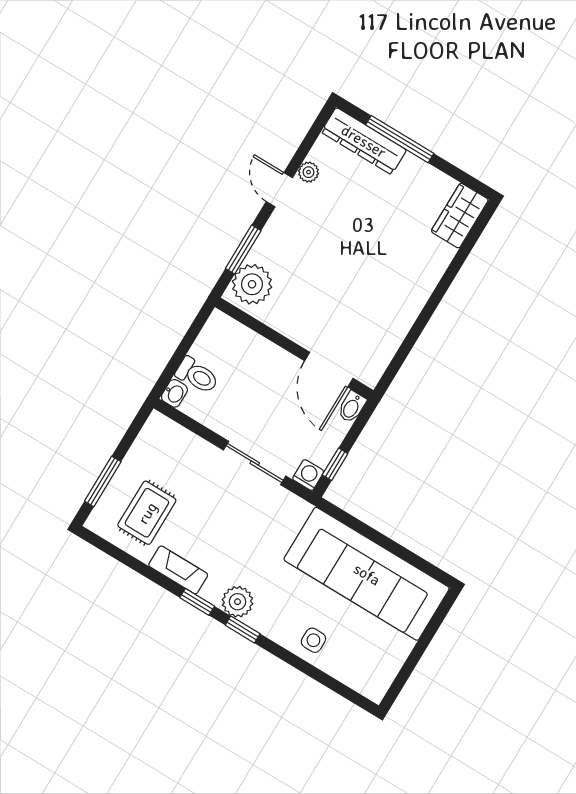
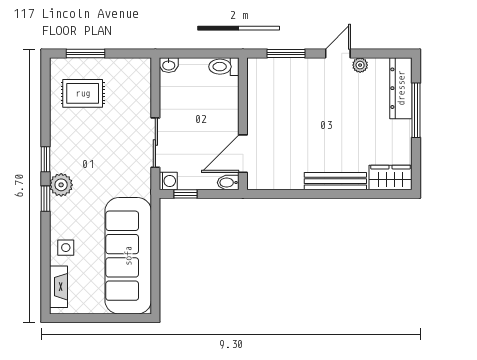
bench: (425, 282) -> (335, 181), added
plant: (252, 284) -> (267, 72), removed
toilet: (197, 375) -> (224, 67), moved, turned 90
fireplace: (178, 570) -> (58, 287), moved

